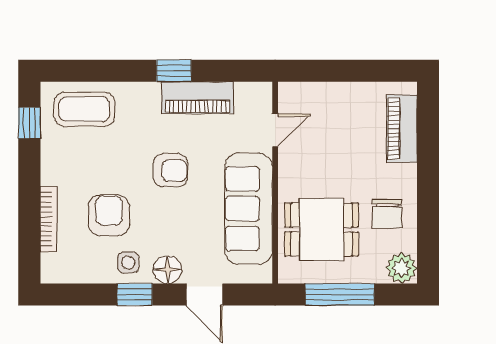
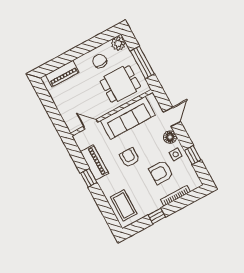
window: (29, 123) -> (157, 216), moved
chair: (387, 214) -> (100, 61), turned -90
dining table: (321, 230) -> (120, 84), turned 90
window: (135, 295) -> (193, 155), moved

